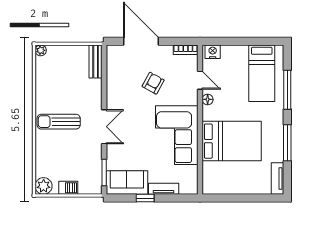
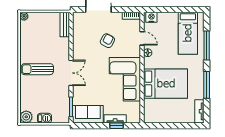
window: (145, 198) -> (116, 126), moved

